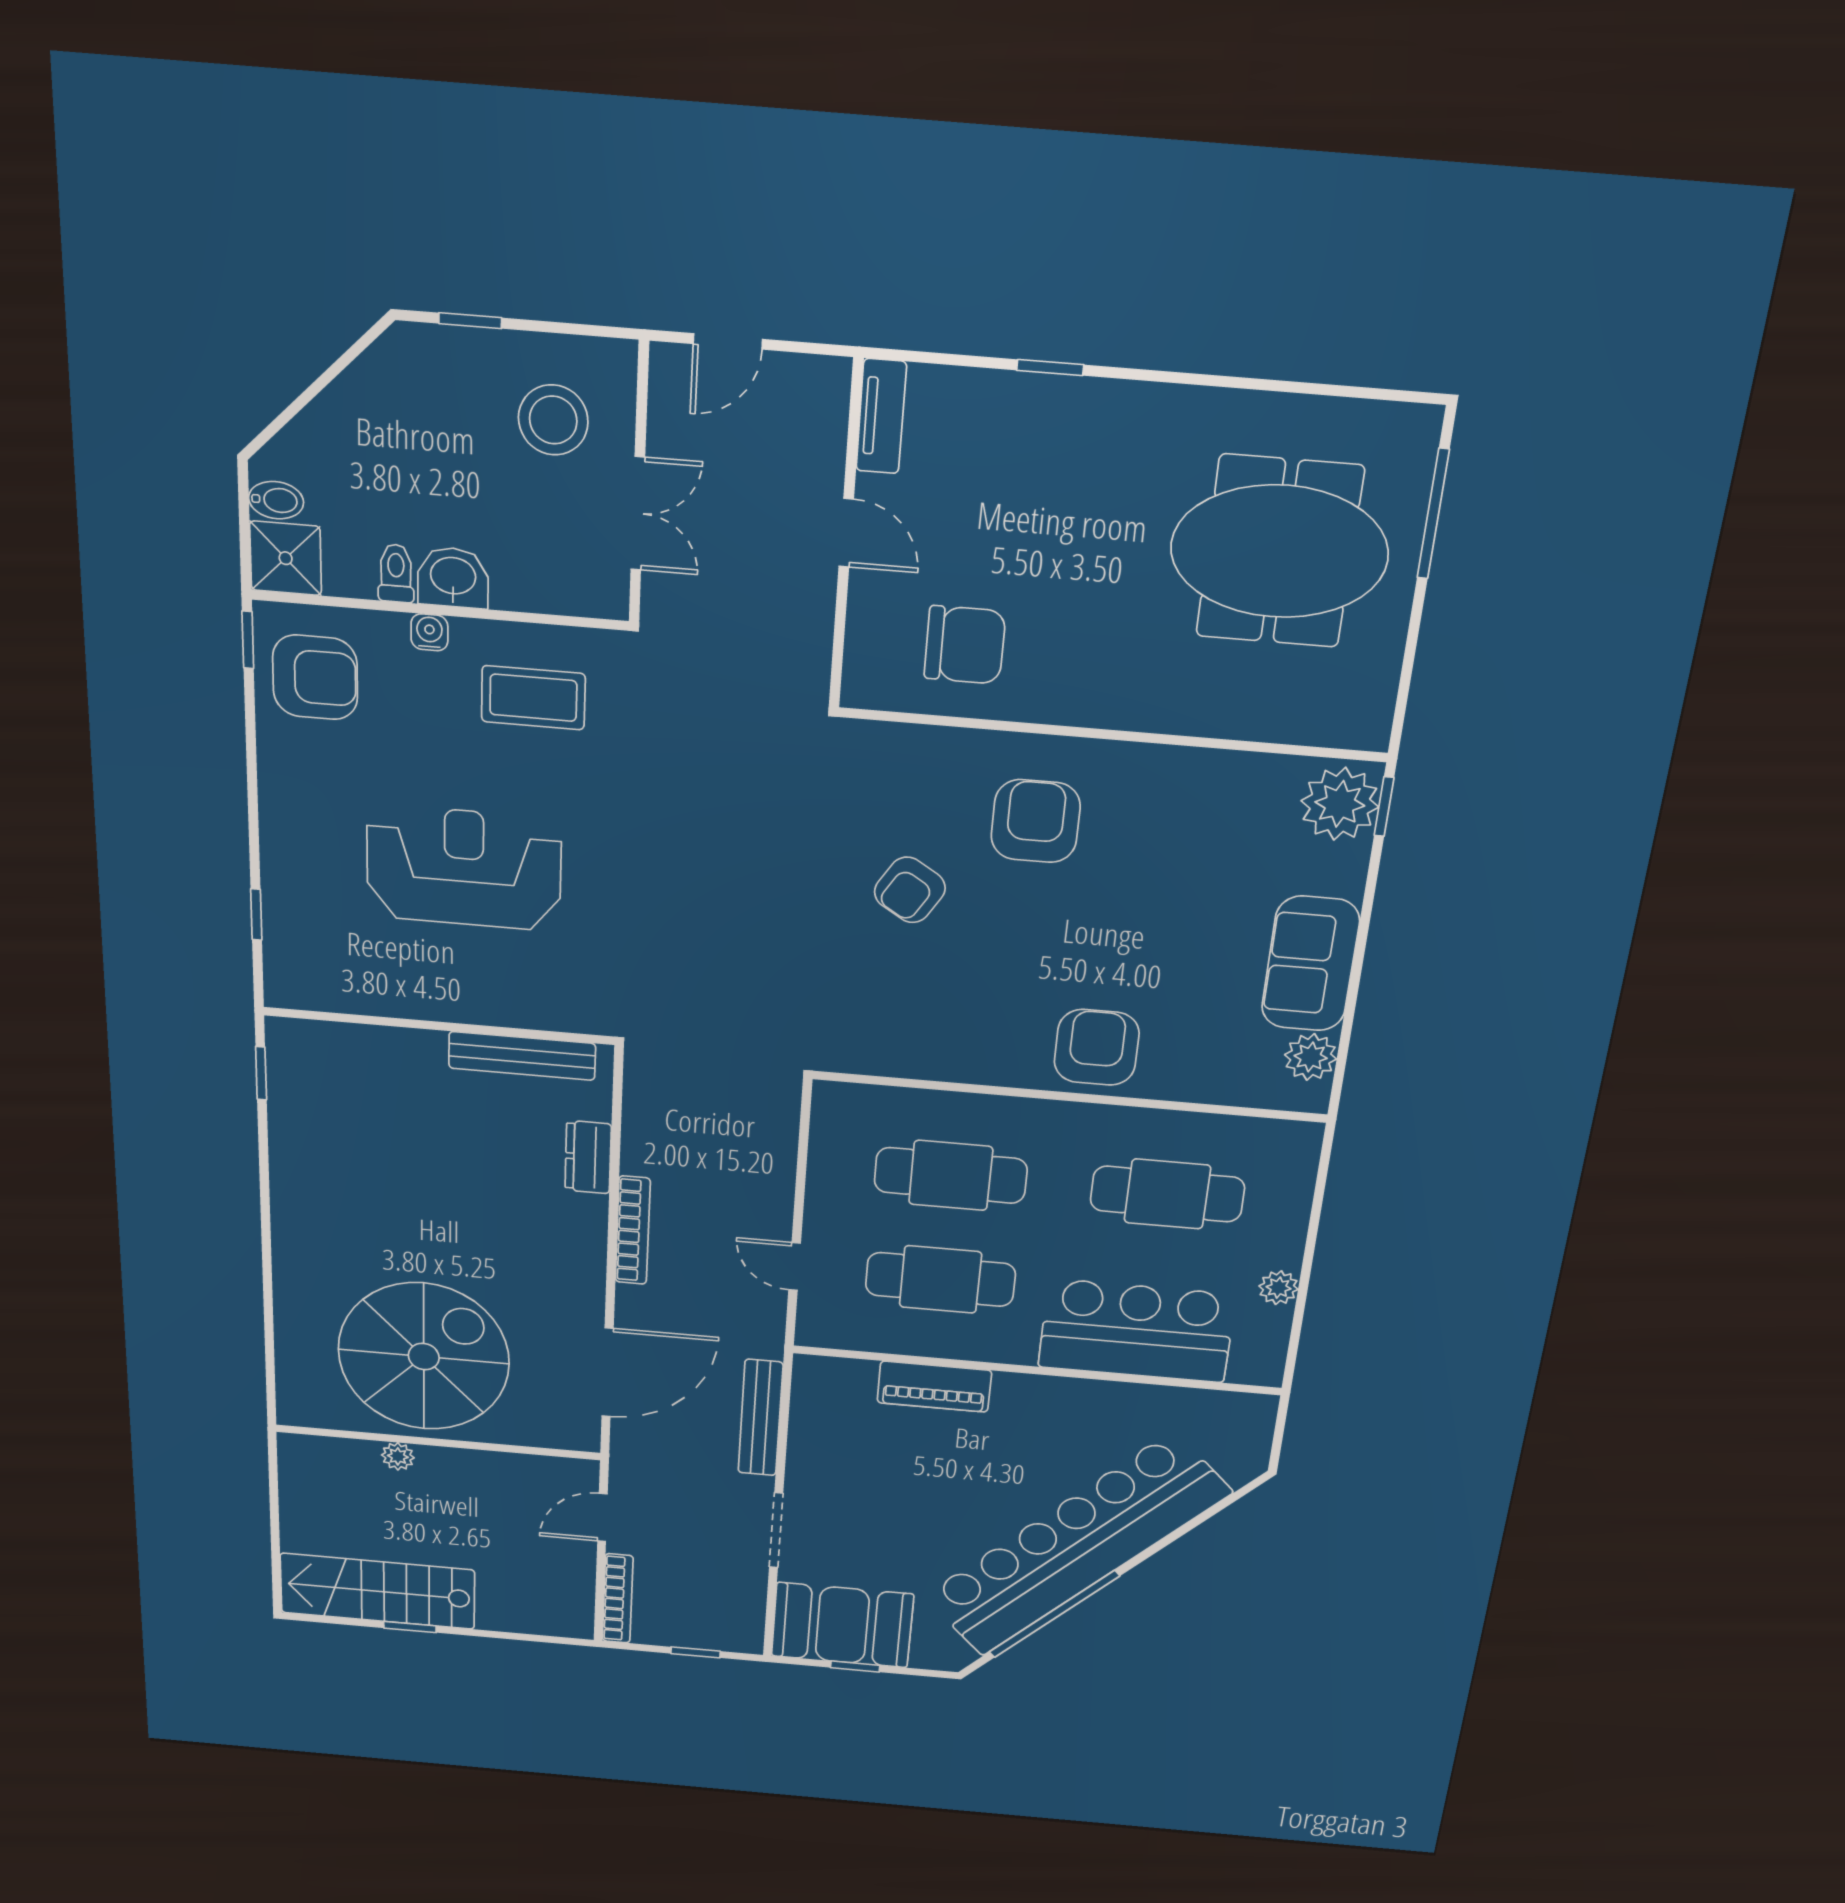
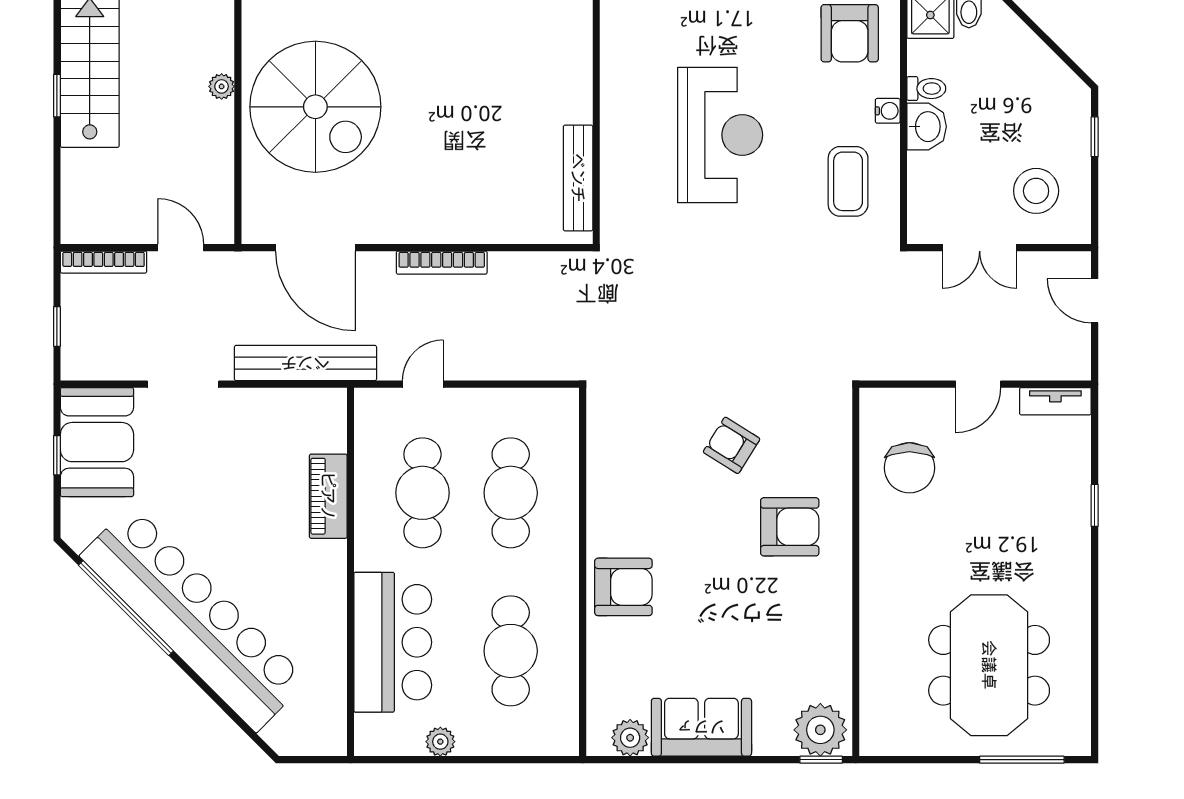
dresser: (588, 1157) -> (500, 228), removed
bench: (760, 1418) -> (305, 363), width x1.37, depth x1.21

